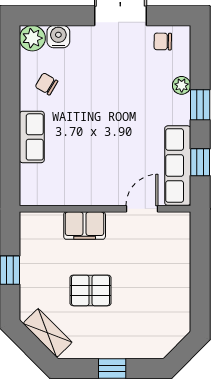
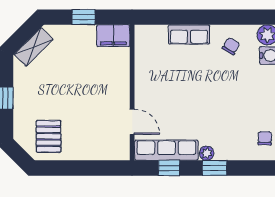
plant: (182, 85) -> (207, 153), moved
filing cabinet: (85, 226) -> (113, 36), moved, turned -90
pallet: (91, 290) -> (49, 136), moved

